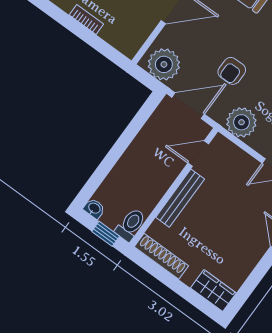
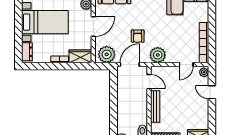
wardrobe: (122, 38) -> (80, 56), added
door: (198, 154) -> (149, 82), swing flipped

